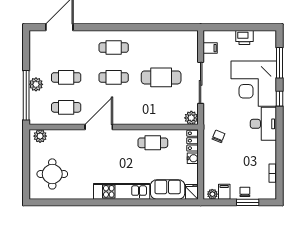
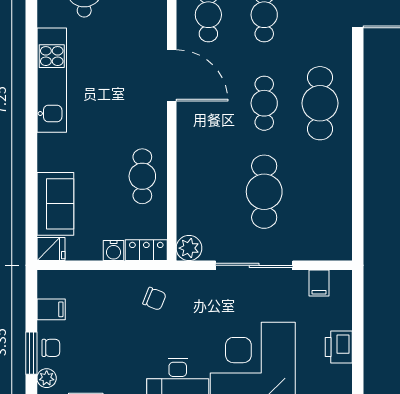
cafe table: (114, 48) -> (320, 103), width x1.37, depth x1.35
kitchen unit: (122, 191) -> (52, 80), moved
plant: (212, 194) -> (47, 378), moved

